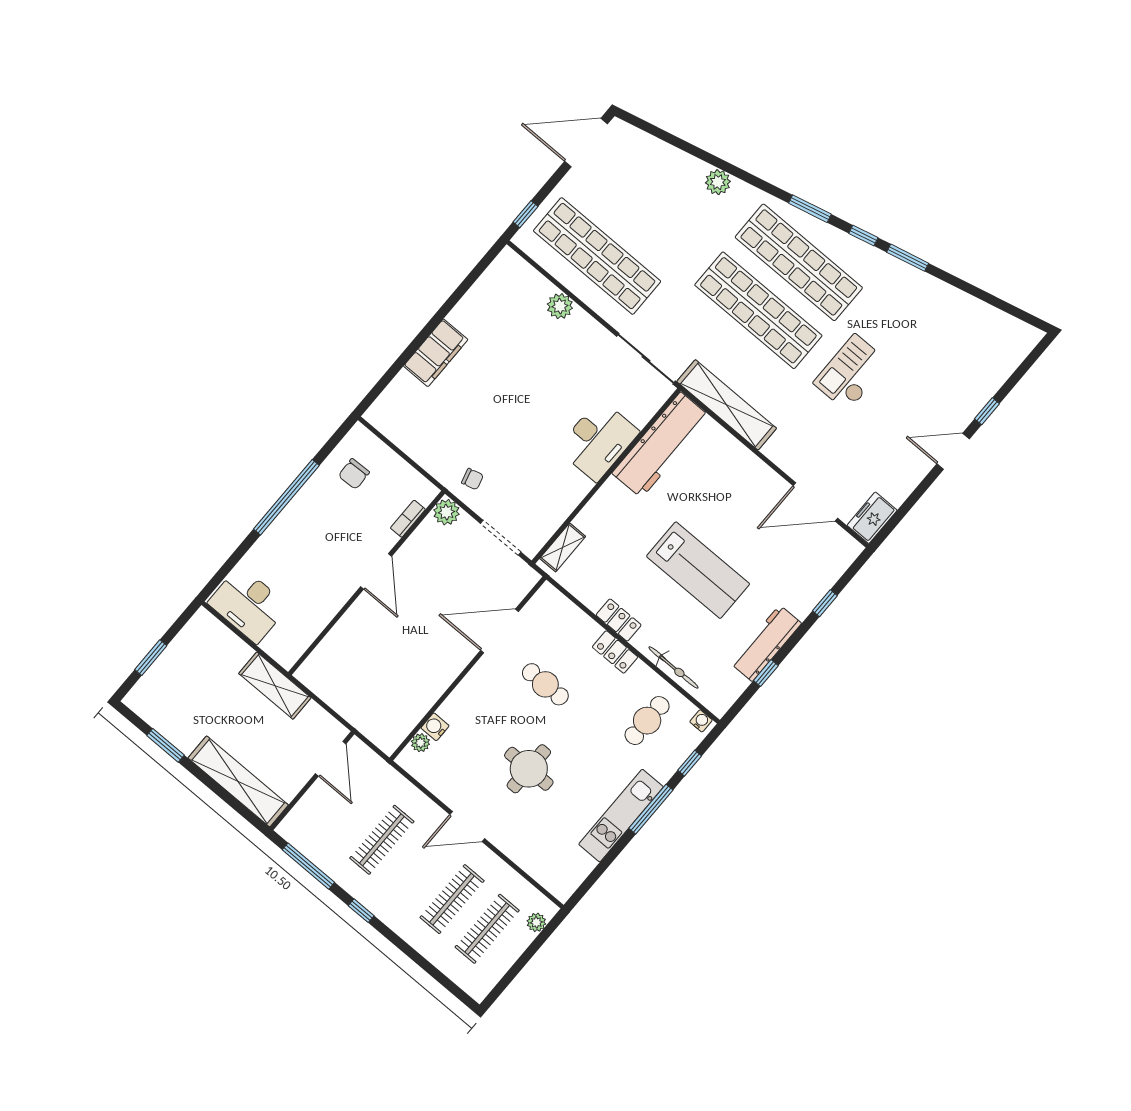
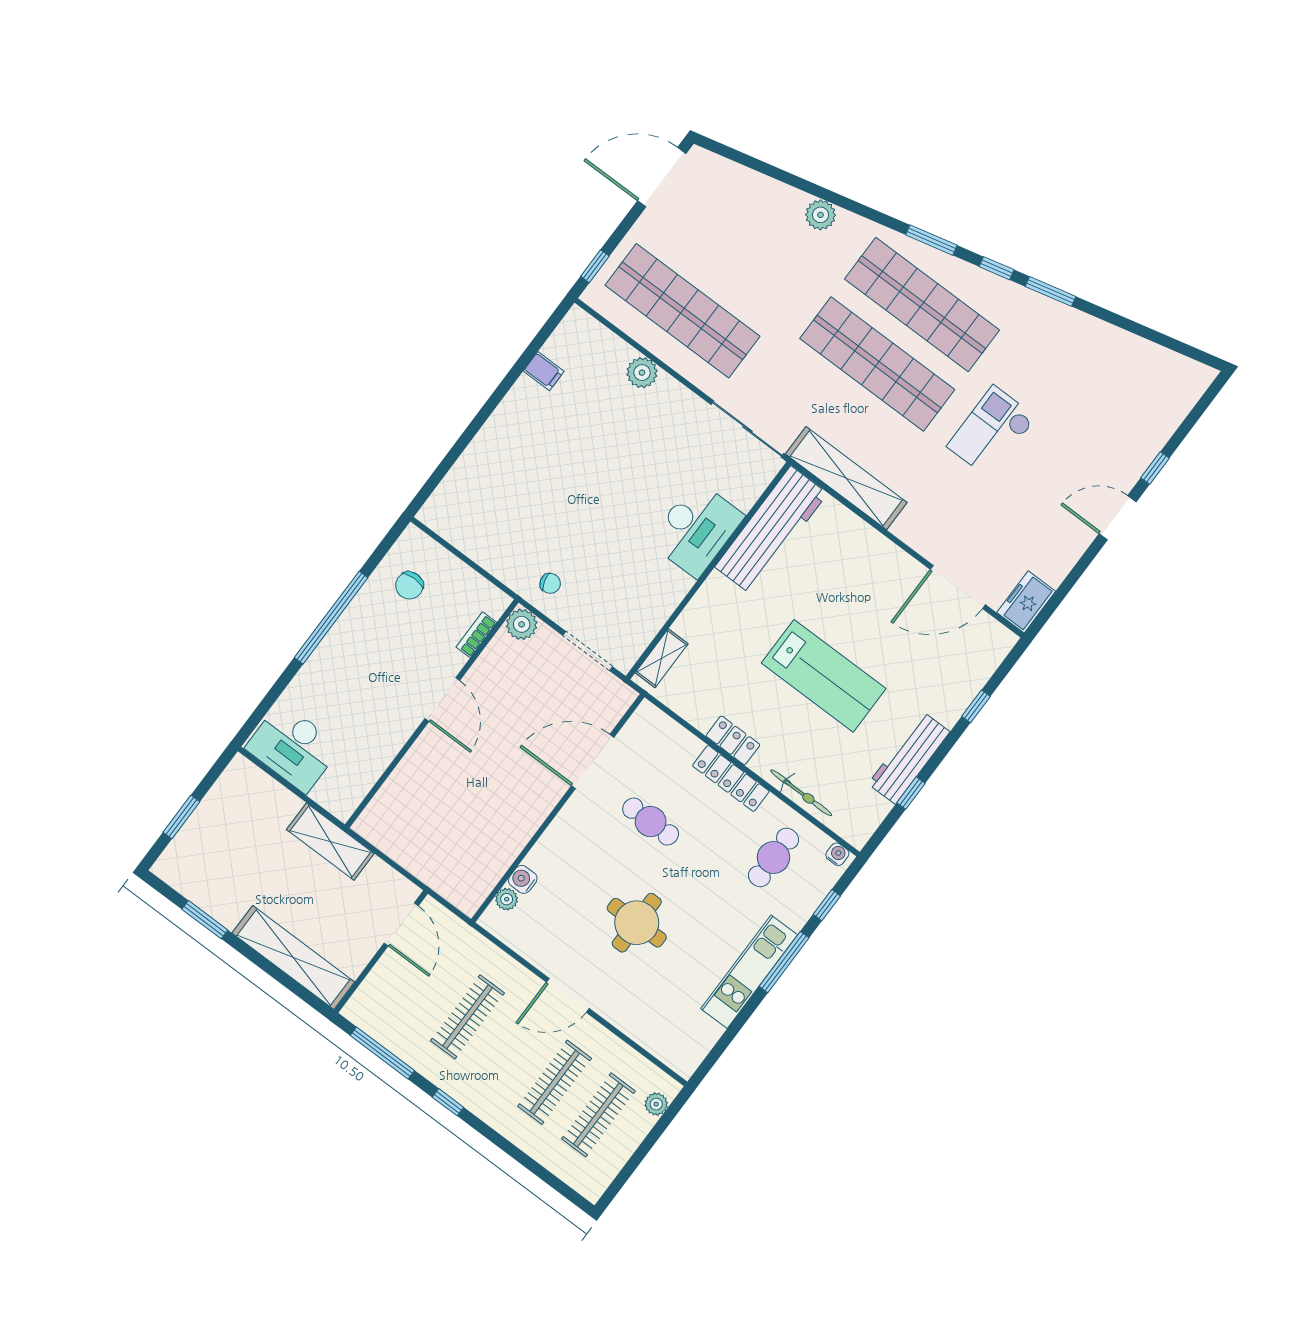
filing cabinet: (436, 353) -> (544, 371), moved, width x0.33, depth x0.86
locker: (615, 652) -> (731, 778), width x1.53

